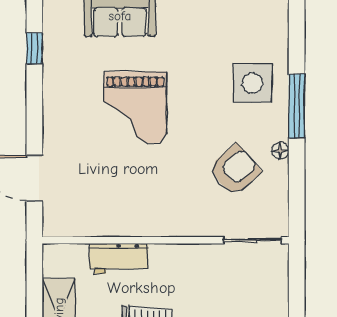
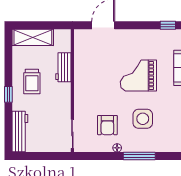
side table: (252, 83) -> (143, 119), moved
armchair: (235, 170) -> (107, 125), turned 41

